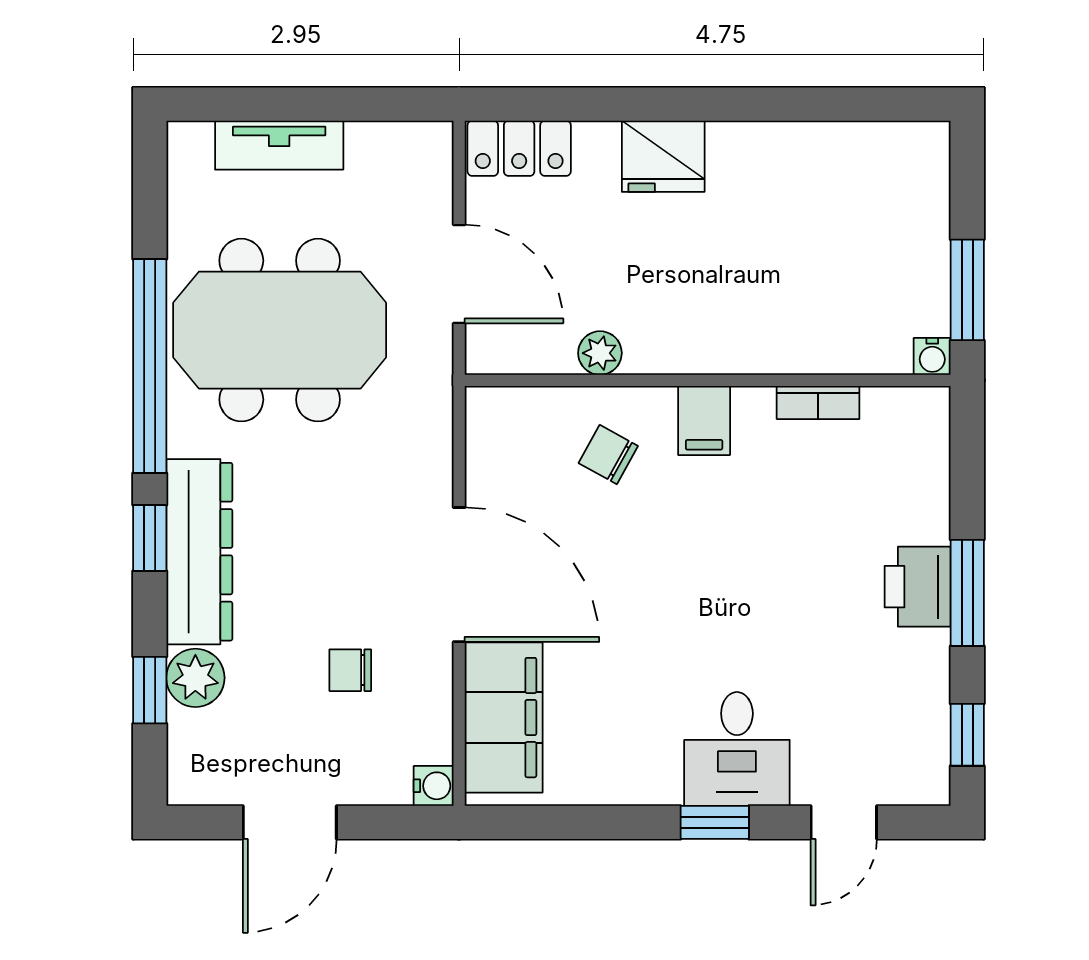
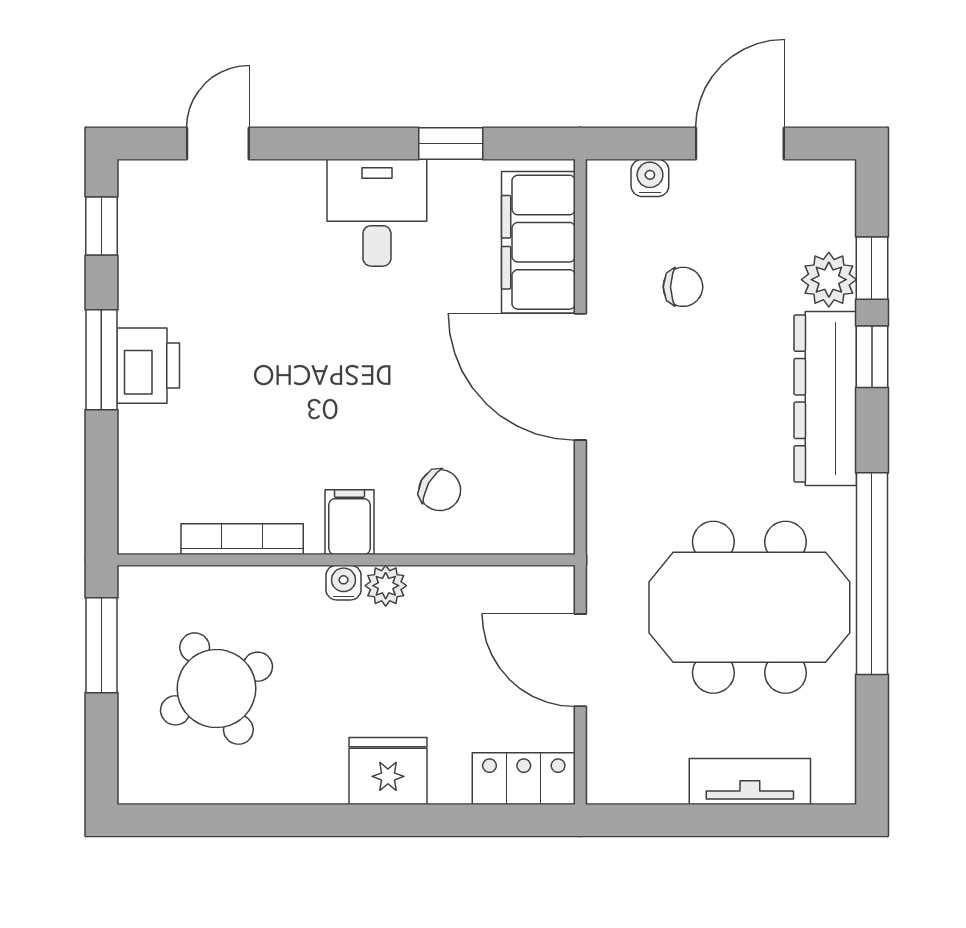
round table: (845, 244) -> (217, 689), added
plant: (600, 353) -> (386, 586), moved
water cooler: (932, 356) -> (344, 583), moved
bookcase: (818, 402) -> (242, 539), width x1.56
window: (150, 538) -> (872, 357), moved
desk: (737, 749) -> (377, 213), moved
water cooler: (434, 786) -> (650, 178), moved, turned 90
window: (715, 822) -> (451, 143), moved

